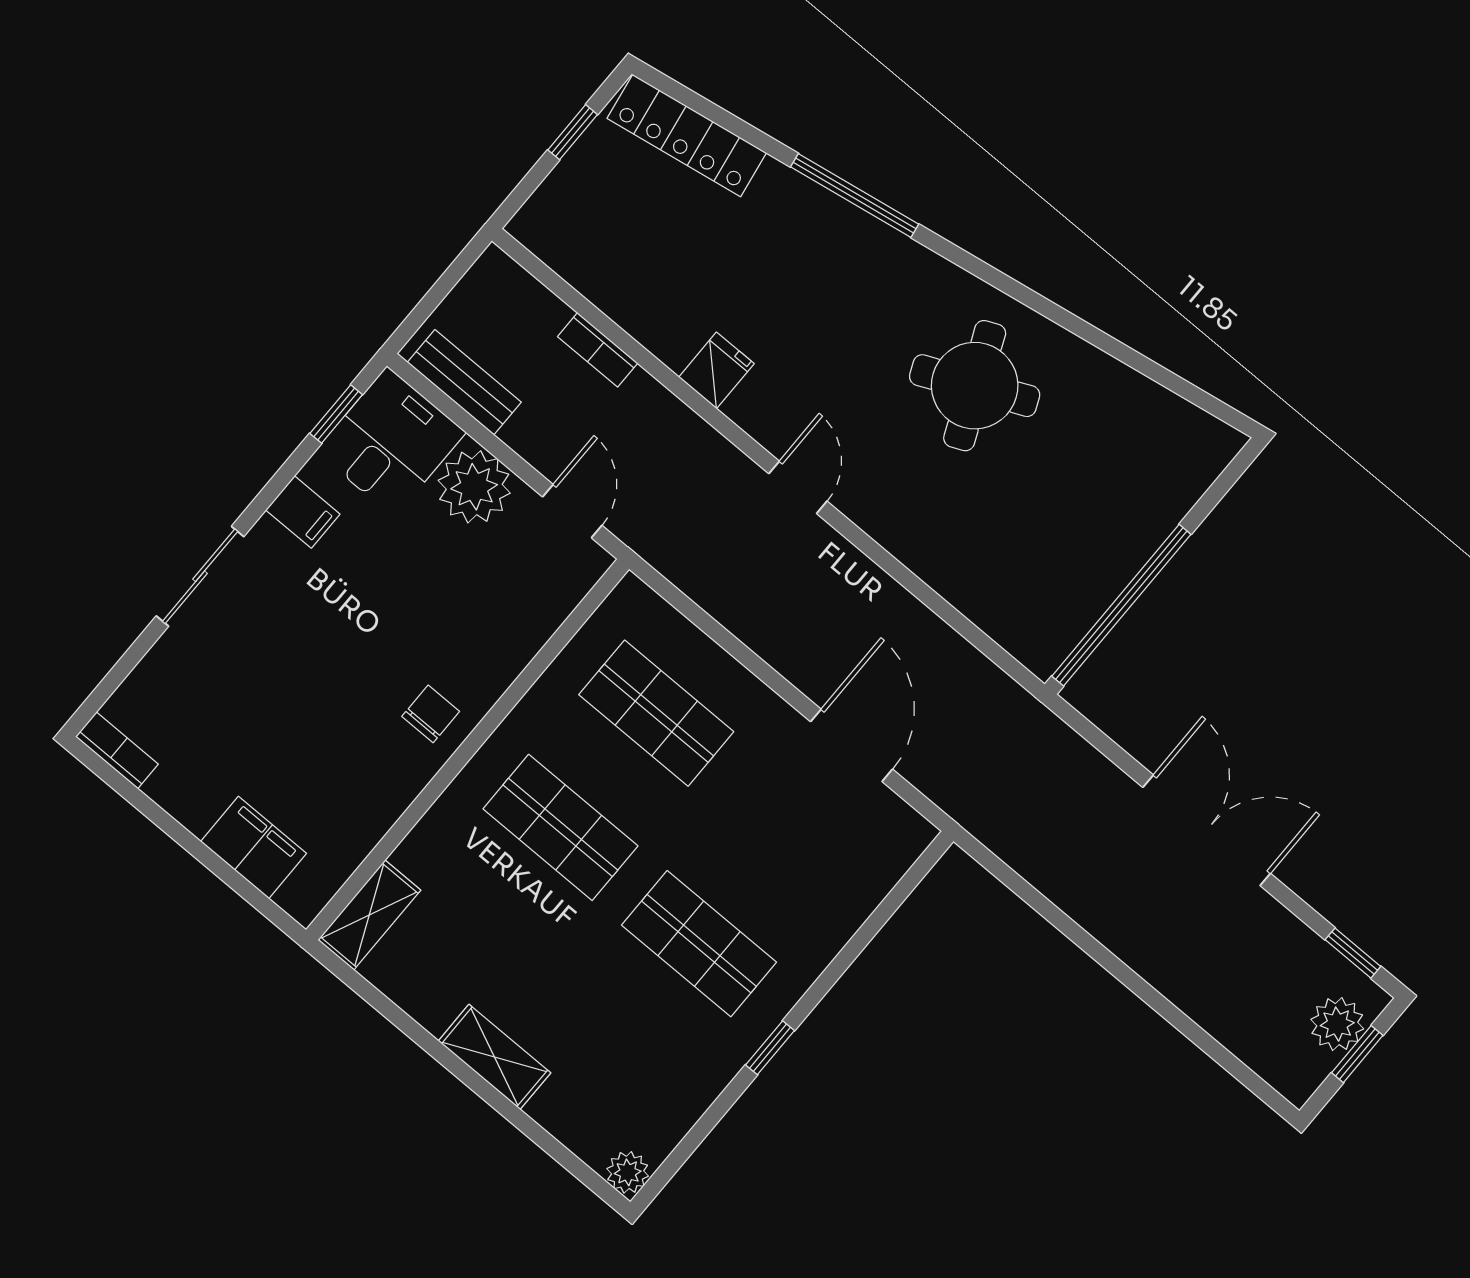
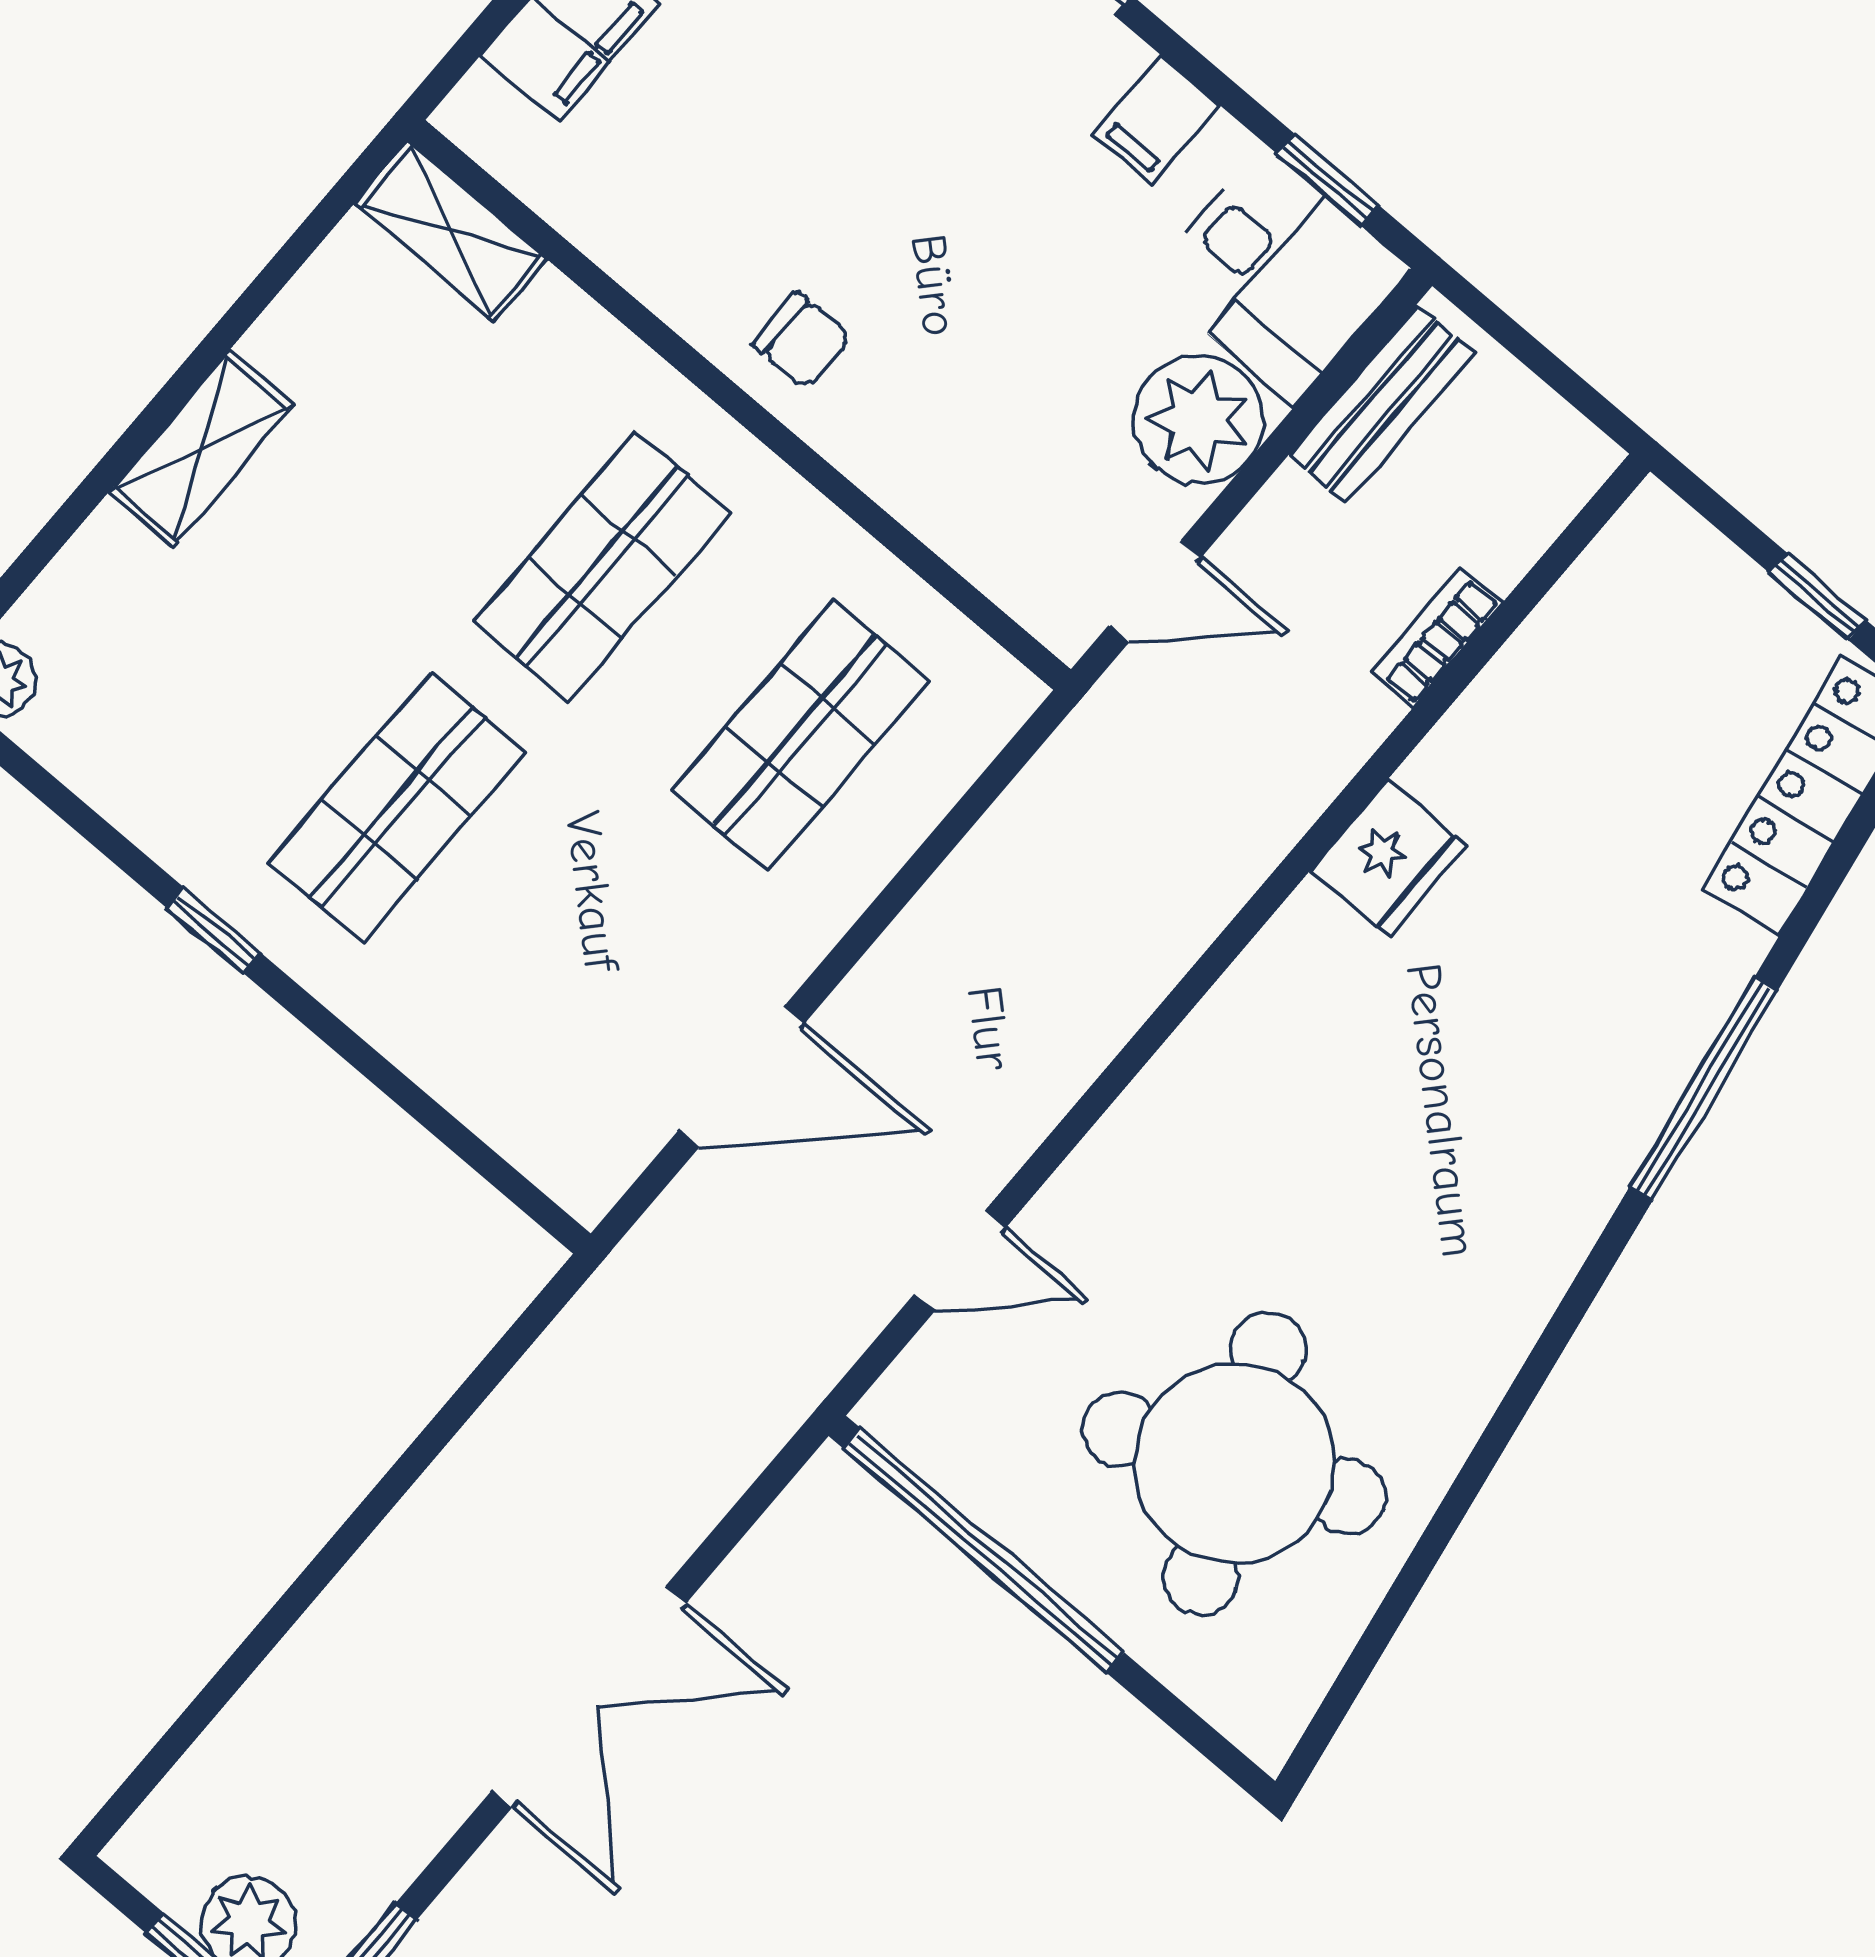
fridge: (716, 370) -> (1388, 858), width x1.38
round table: (975, 386) -> (1234, 1463), moved, width x1.36, depth x1.36
door: (798, 487) -> (960, 1261), moved

